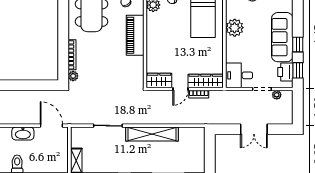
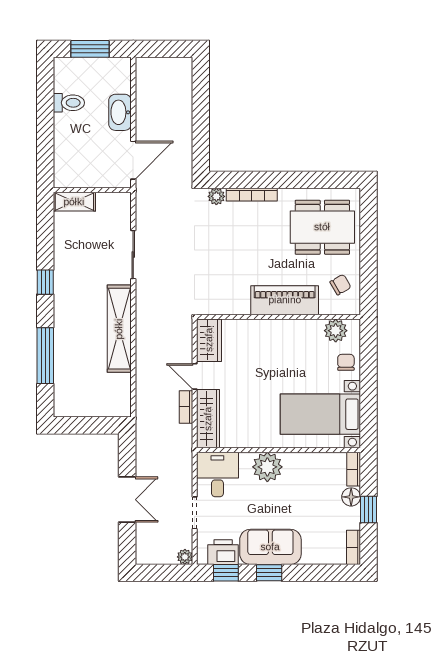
plant: (235, 28) -> (267, 467), moved
sofa: (282, 37) -> (270, 547), width x0.73
plant: (277, 95) -> (185, 557), moved
double door: (254, 129) -> (127, 500), swing flipped

